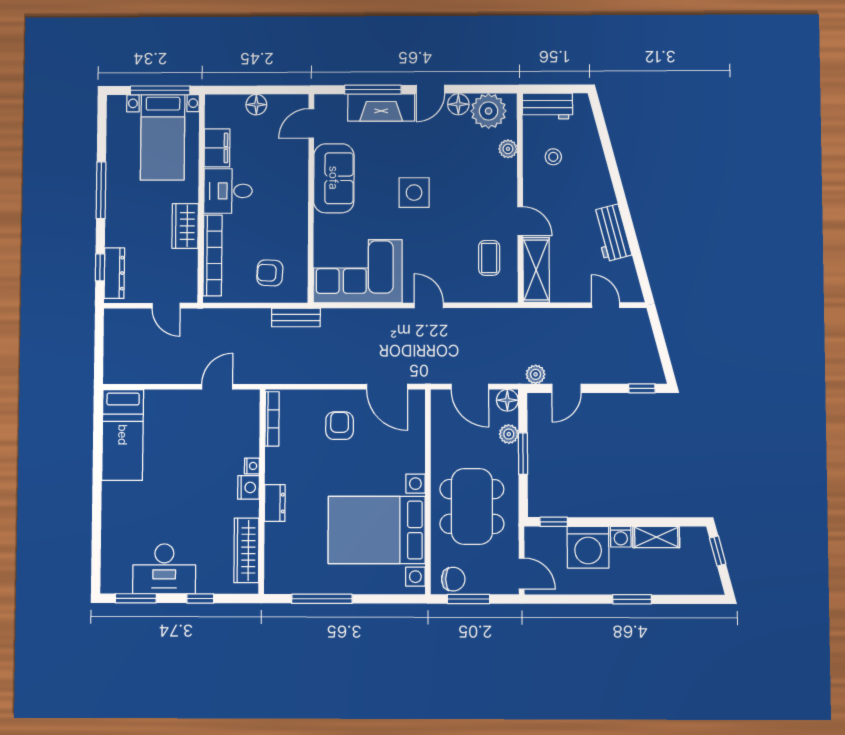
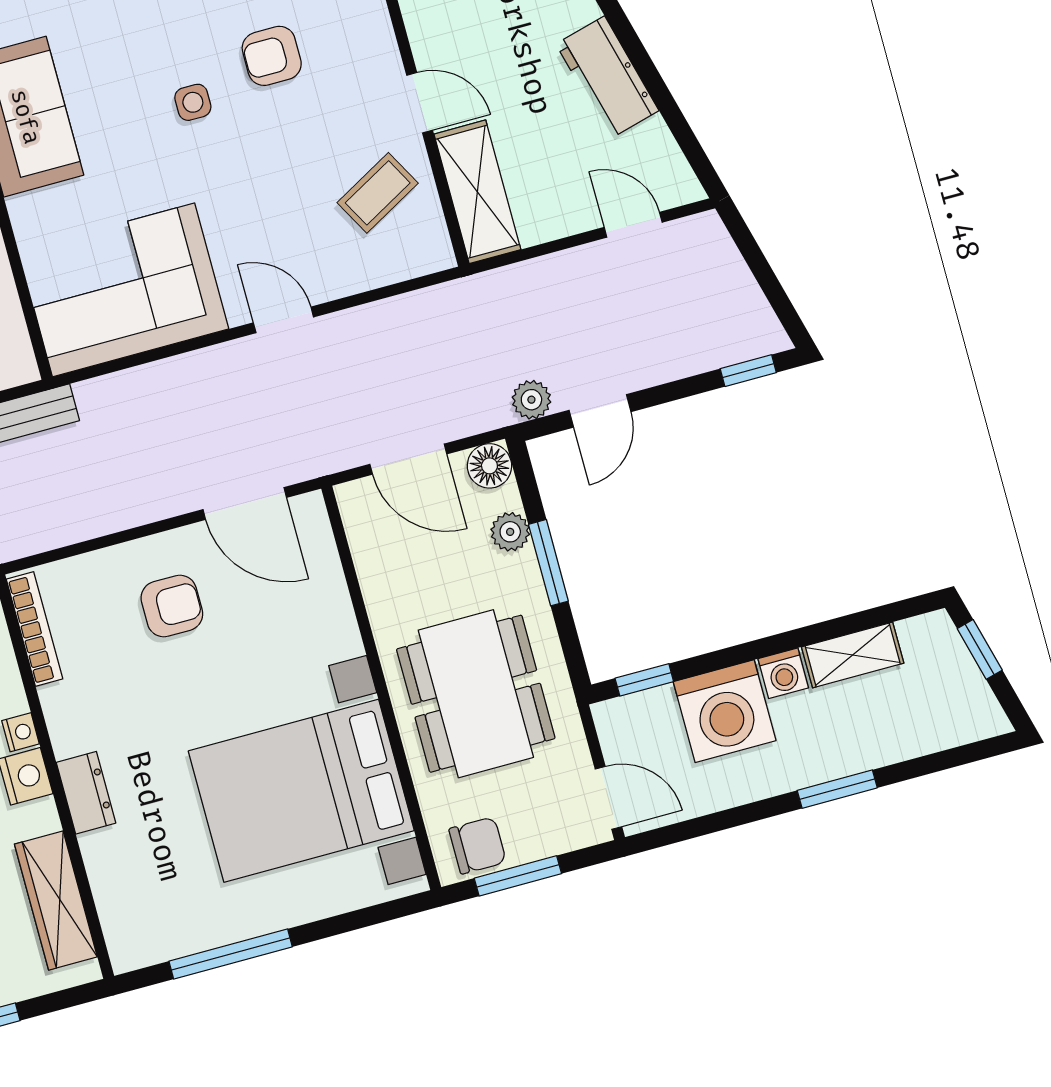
armchair: (457, 181) -> (272, 56), added
side table: (414, 193) -> (193, 102), width x0.54, depth x0.54
coffee table: (489, 258) -> (378, 193), turned 61
armchair: (340, 426) -> (172, 606), turned 90

